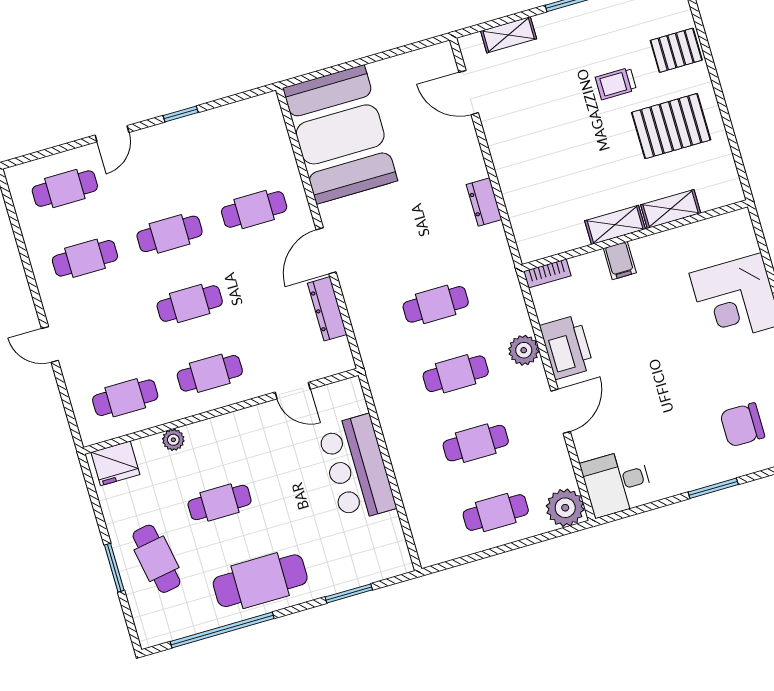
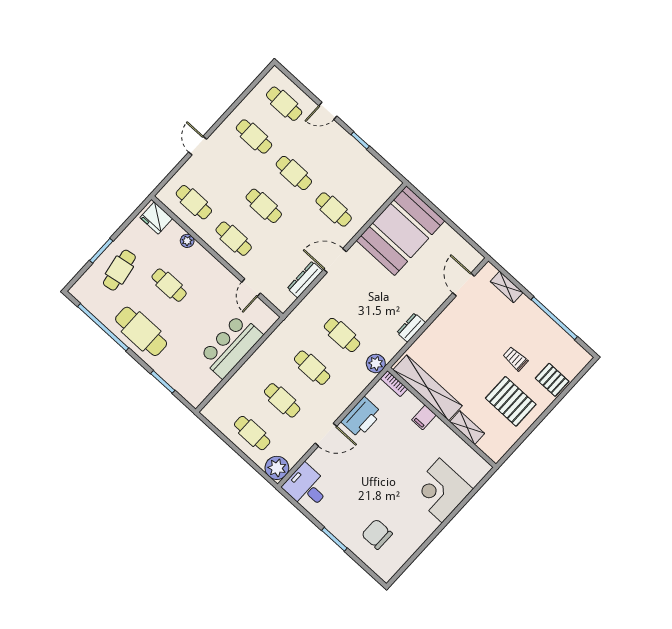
shelving: (615, 225) -> (428, 388), width x2.20, depth x1.33
plant: (524, 350) -> (376, 363), moved

